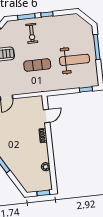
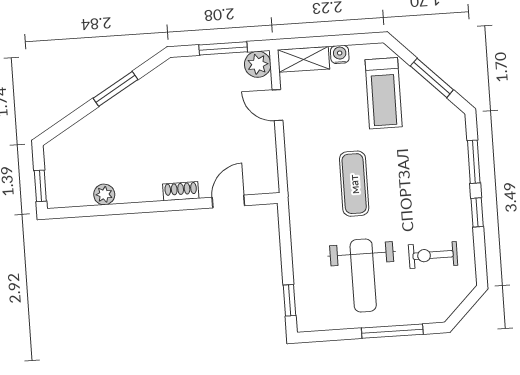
exercise bike: (32, 33) -> (433, 255), moved
door: (47, 116) -> (228, 201), swing flipped

